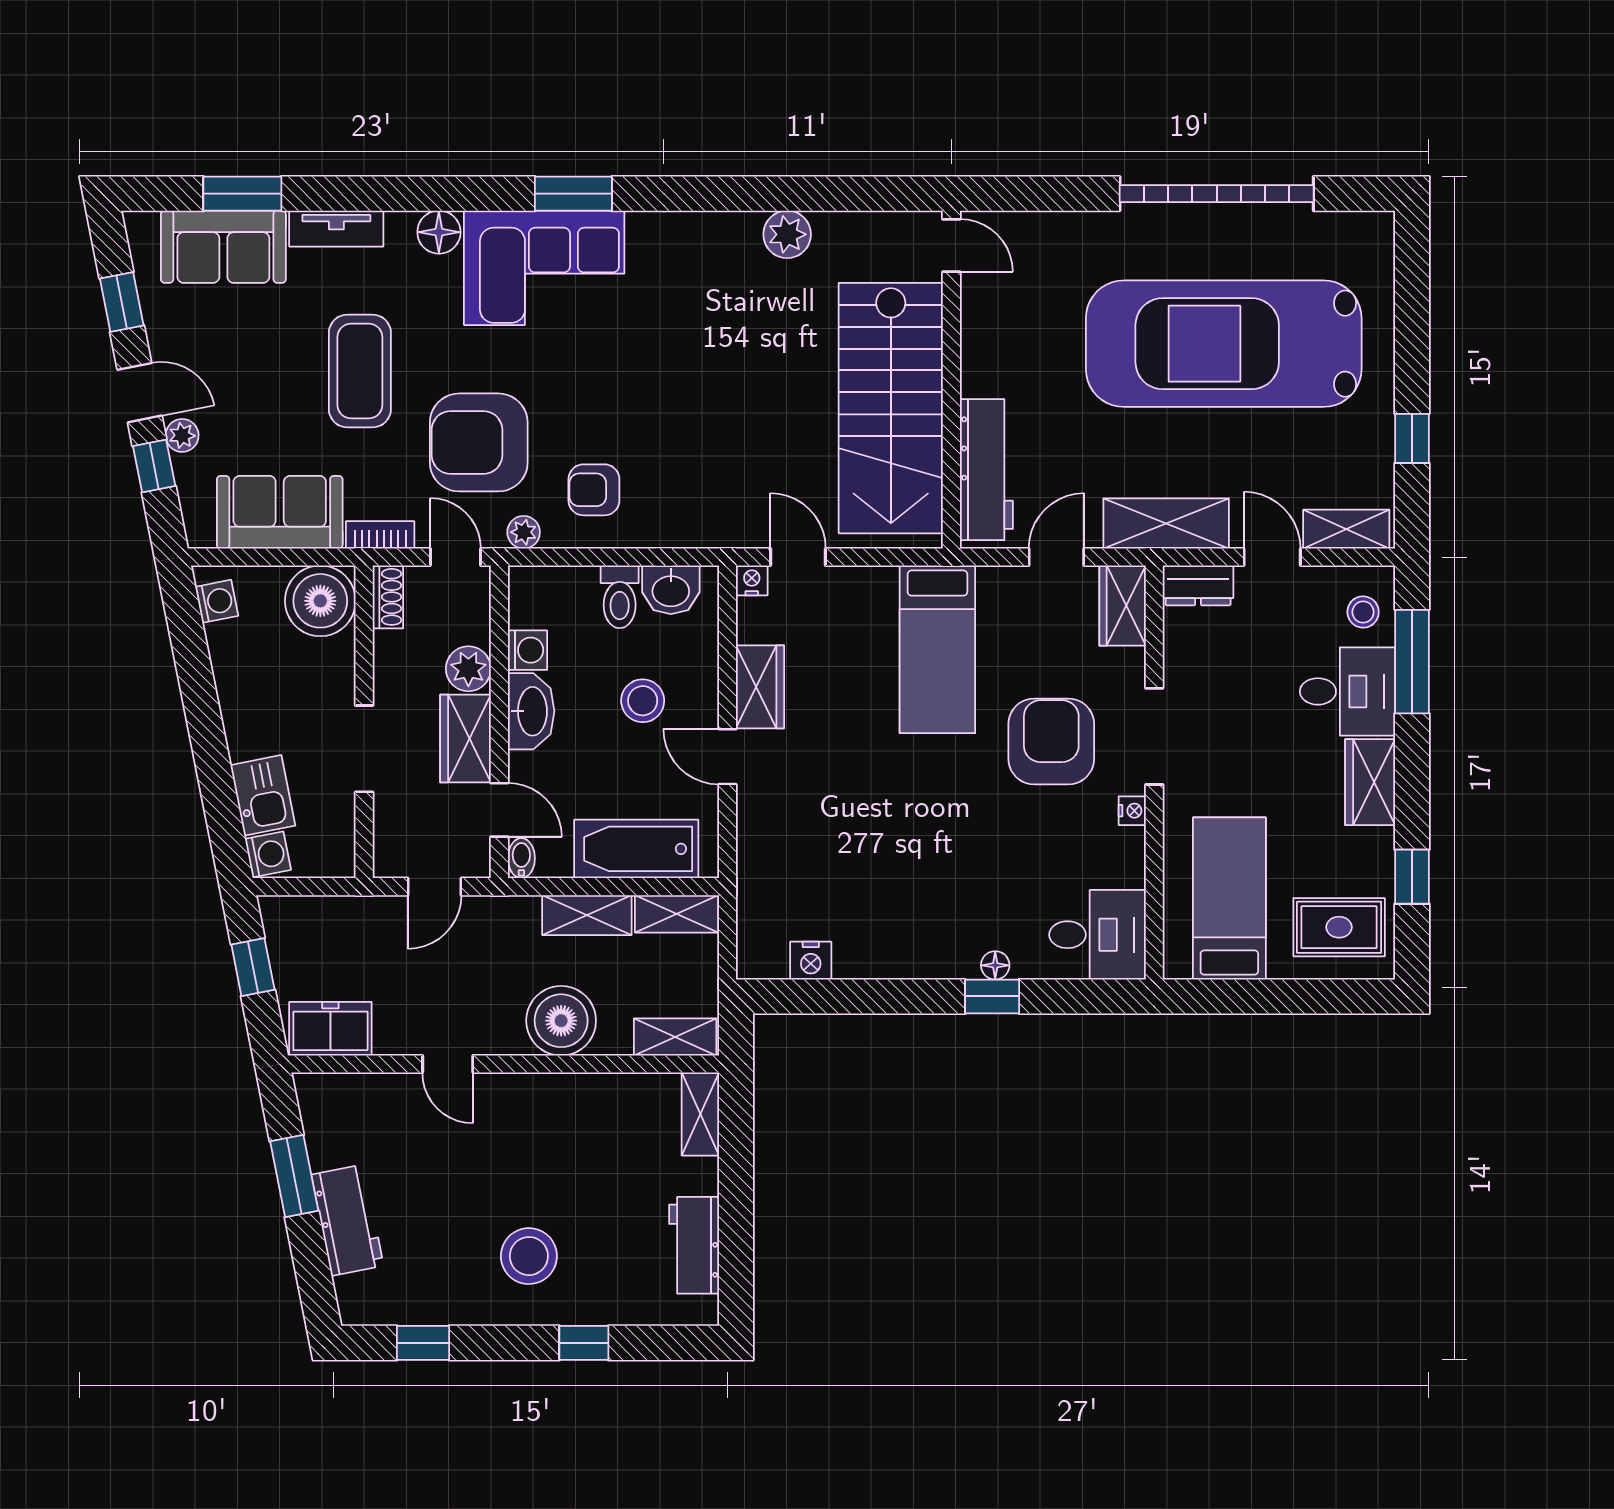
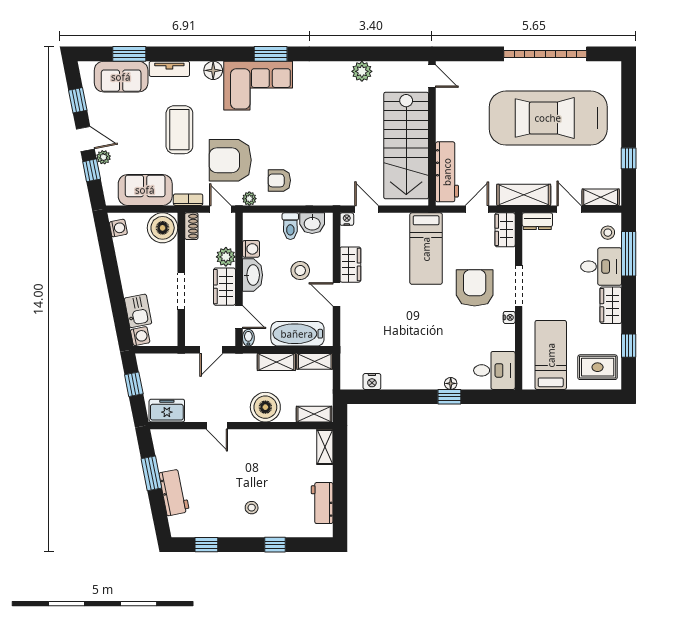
stool: (529, 1256) -> (252, 508), width x0.53, depth x0.53

